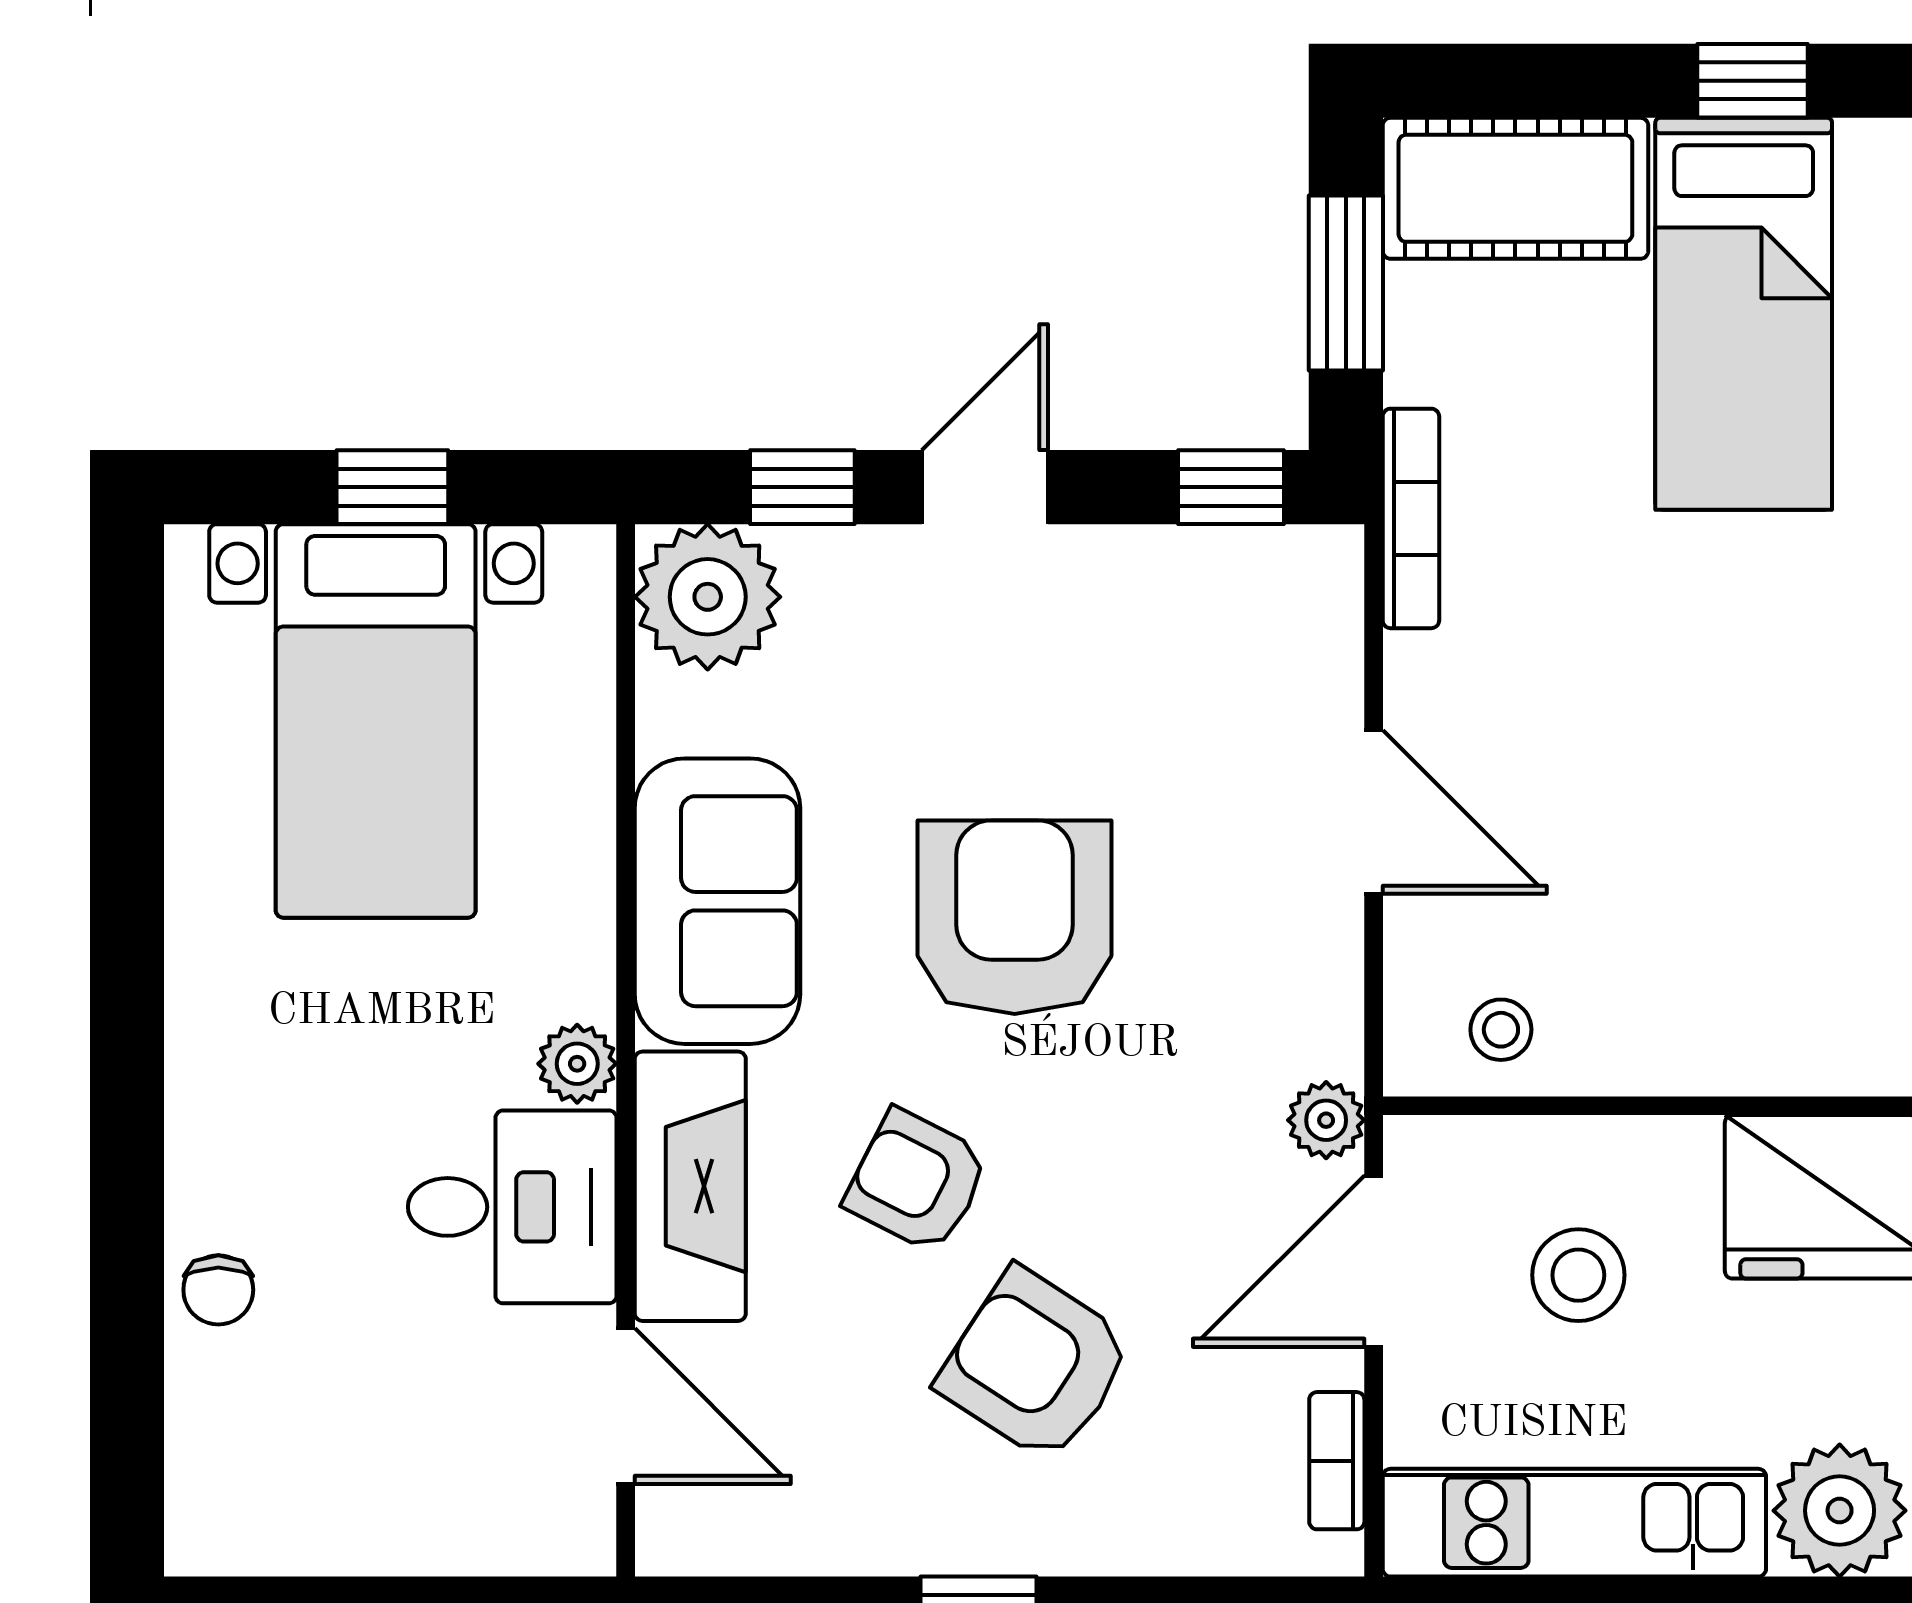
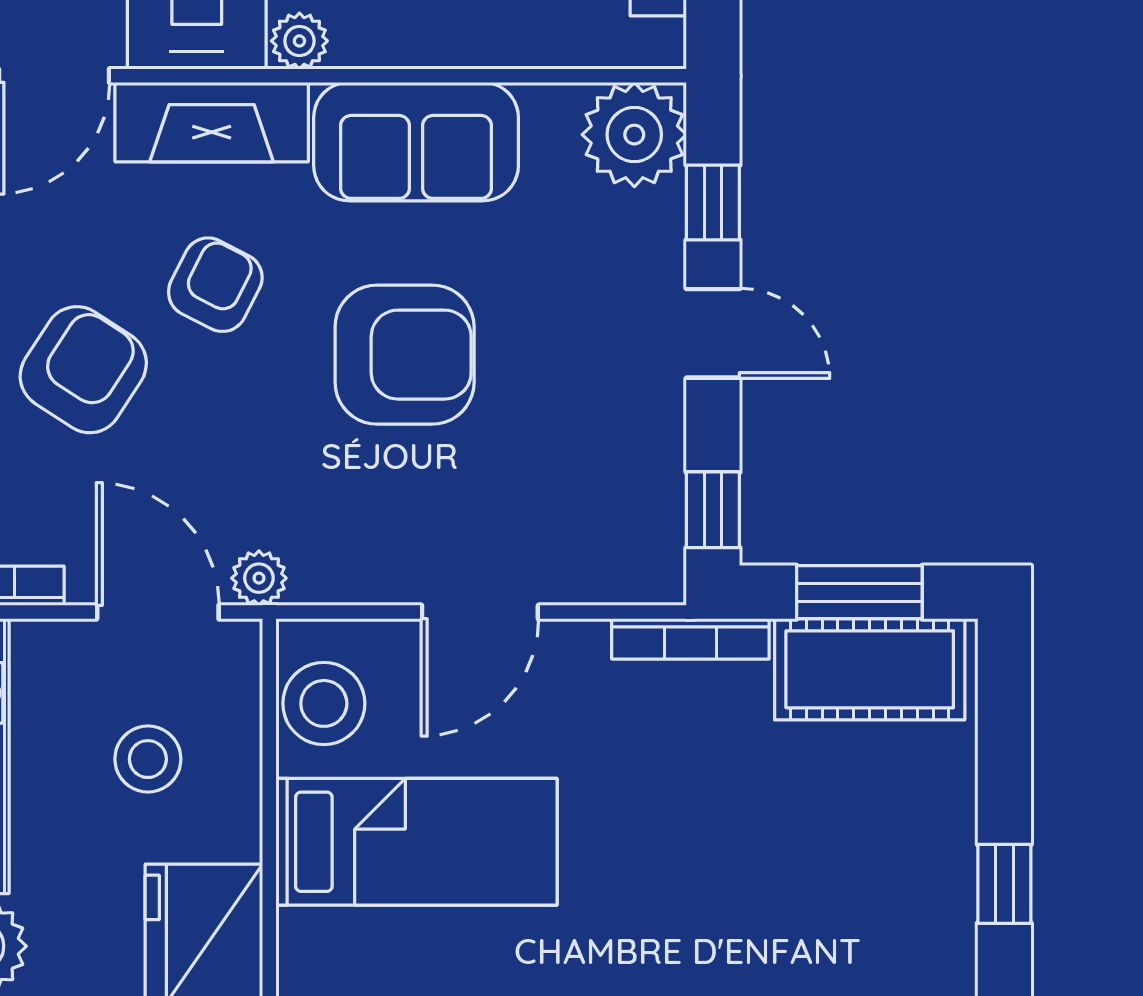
cot: (1515, 188) -> (870, 669), moved, turned 90
bed: (1744, 314) -> (417, 842), moved, turned 180
stool: (1501, 1030) -> (324, 703), width x1.89, depth x1.89

